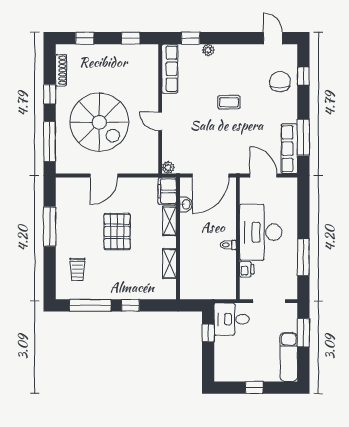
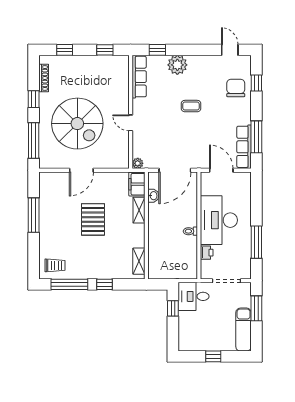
plant: (208, 50) -> (177, 65), width x1.87, depth x1.87
shelving: (169, 263) -> (139, 261), moved
trolley: (77, 269) -> (55, 265), moved, turned -90

